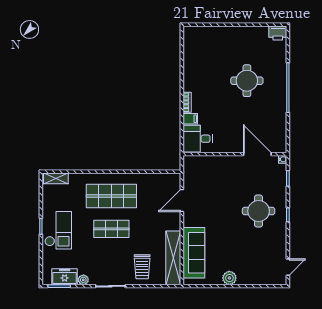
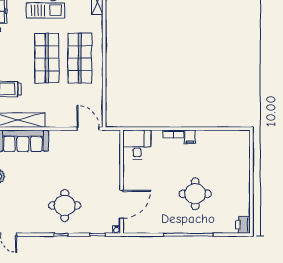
filing cabinet: (190, 119) -> (190, 137), moved
door: (182, 201) -> (88, 129), moved
shop shelf: (111, 229) -> (47, 58), width x1.43, depth x1.36

